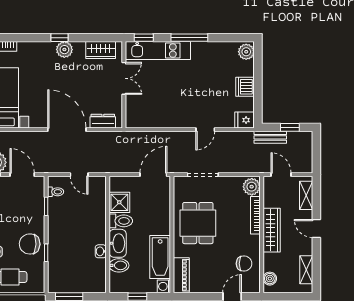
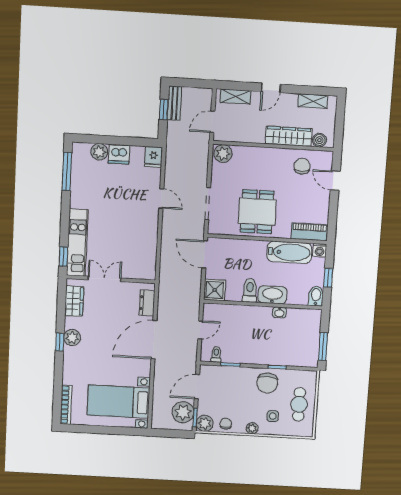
window: (189, 38) -> (67, 171), moved
plant: (246, 52) -> (99, 152), moved
bench: (270, 137) -> (174, 103), moved
shower: (119, 202) -> (215, 290), moved
bookcase: (255, 215) -> (253, 151), removed
dining table: (198, 223) -> (257, 212), turned 90
wardrobe: (272, 230) -> (289, 136), moved
bidet: (119, 265) -> (316, 296), moved

